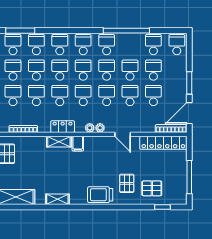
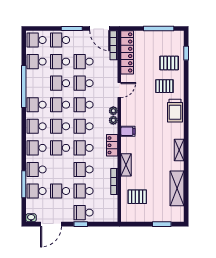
school desk: (36, 70) -> (60, 40), moved
shelving: (59, 142) -> (126, 165), moved
pallet: (152, 188) -> (169, 63), turned 90

